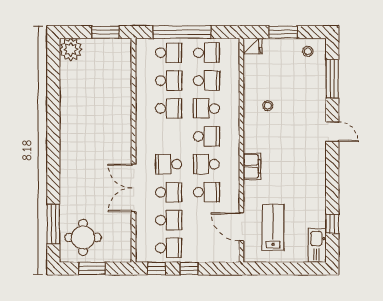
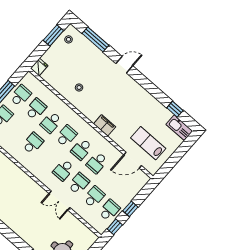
window: (283, 32) -> (53, 35), moved
school desk: (169, 81) -> (18, 130), removed
double door: (134, 188) -> (59, 201), width x0.73
school desk: (206, 192) -> (97, 163), turned 180

